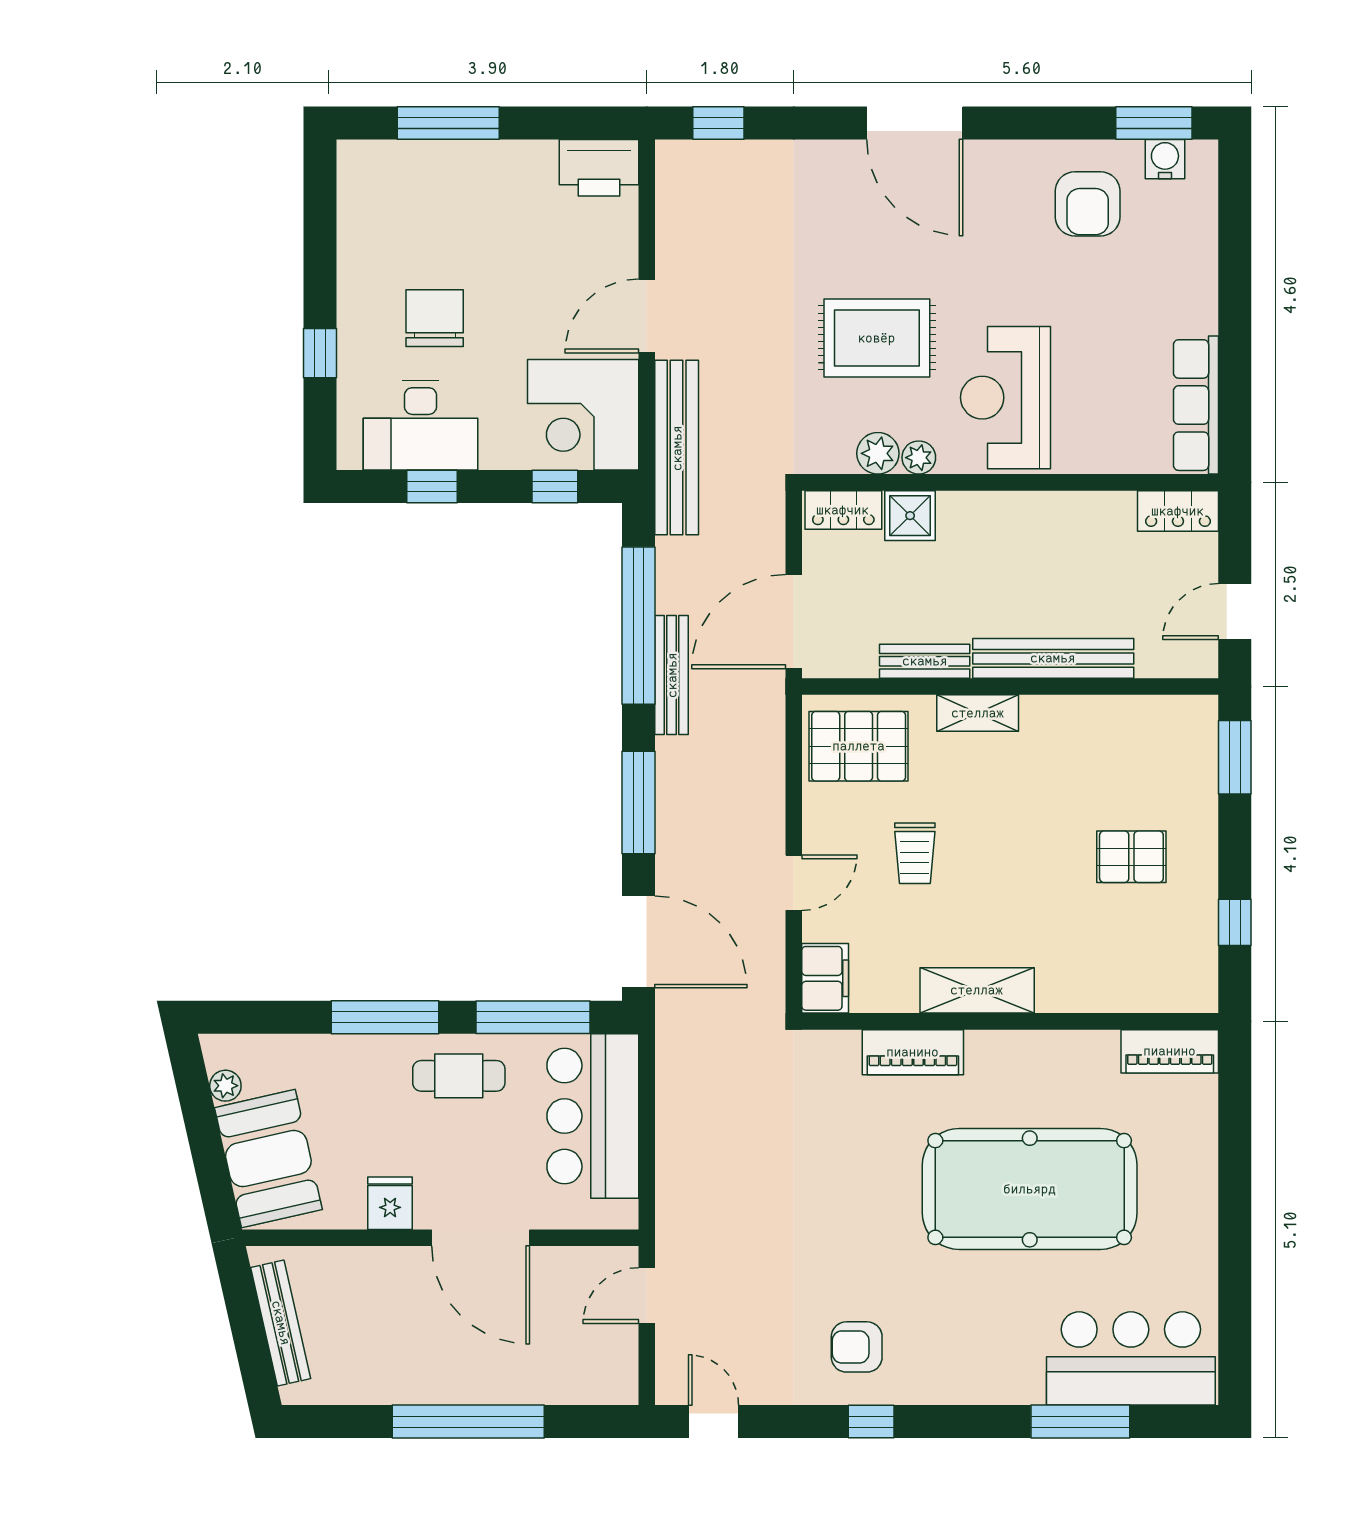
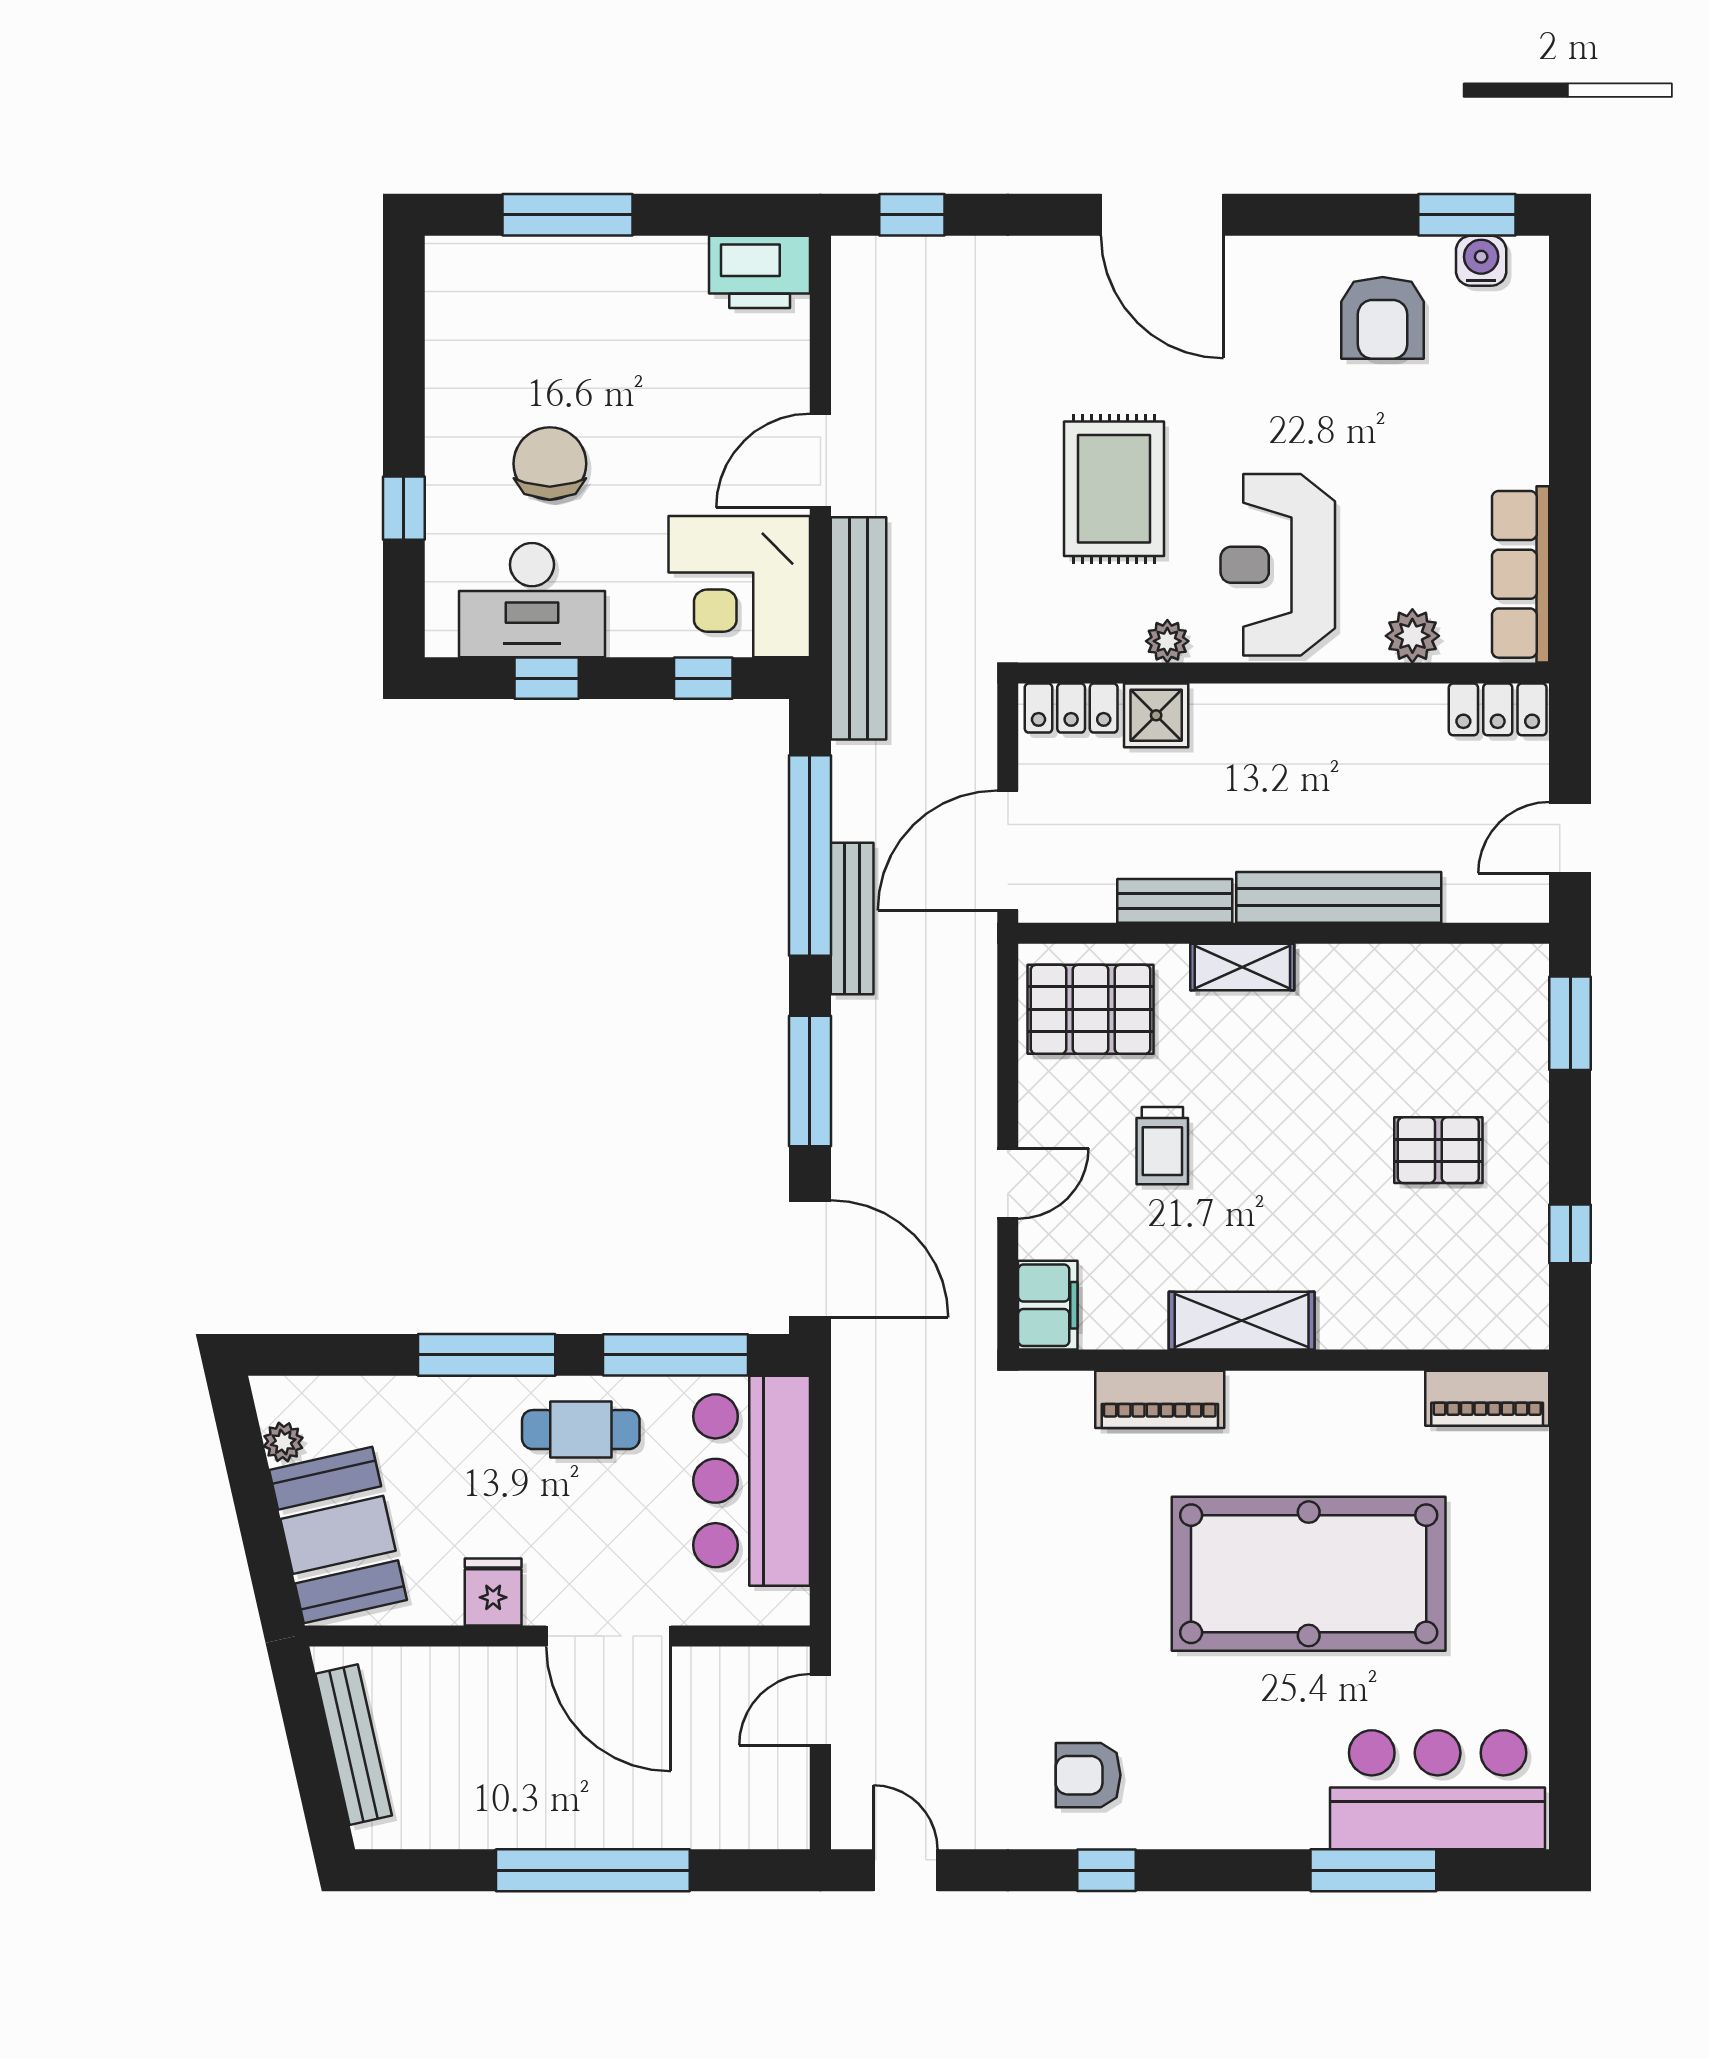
rug: (877, 338) -> (1114, 489), turned 90
plant: (878, 453) -> (1412, 636), moved

